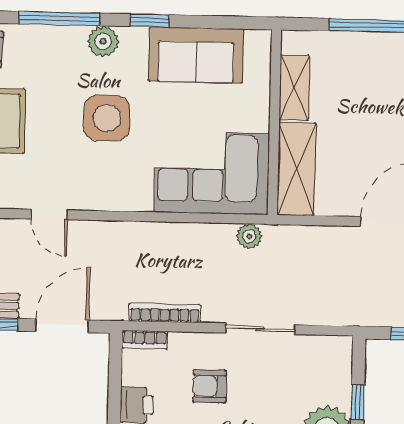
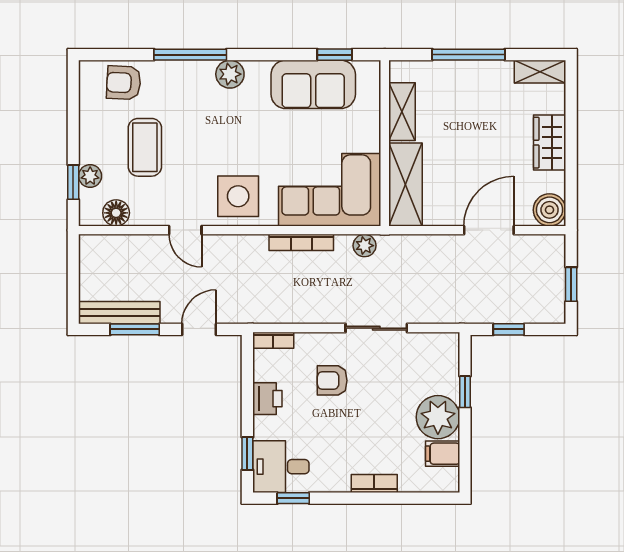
window: (149, 21) -> (335, 55), moved
side table: (107, 118) -> (238, 196), moved
bookcase: (165, 313) -> (301, 242), moved, turned 180
door: (62, 326) -> (199, 329), width x0.73

